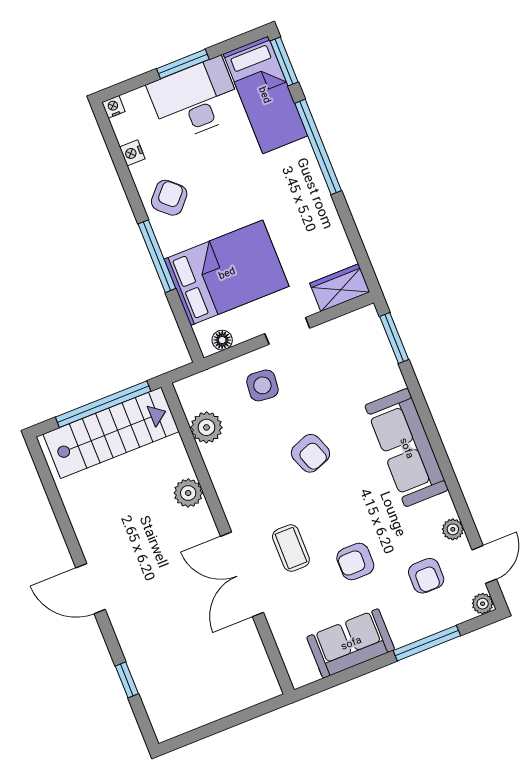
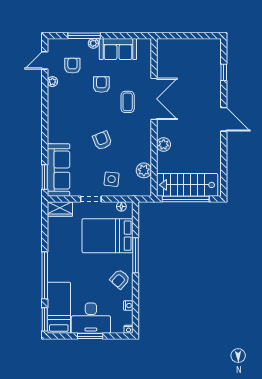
sofa: (407, 448) -> (58, 170), moved
armchair: (355, 562) -> (101, 85), turned -90
plant: (483, 604) -> (93, 43), moved

